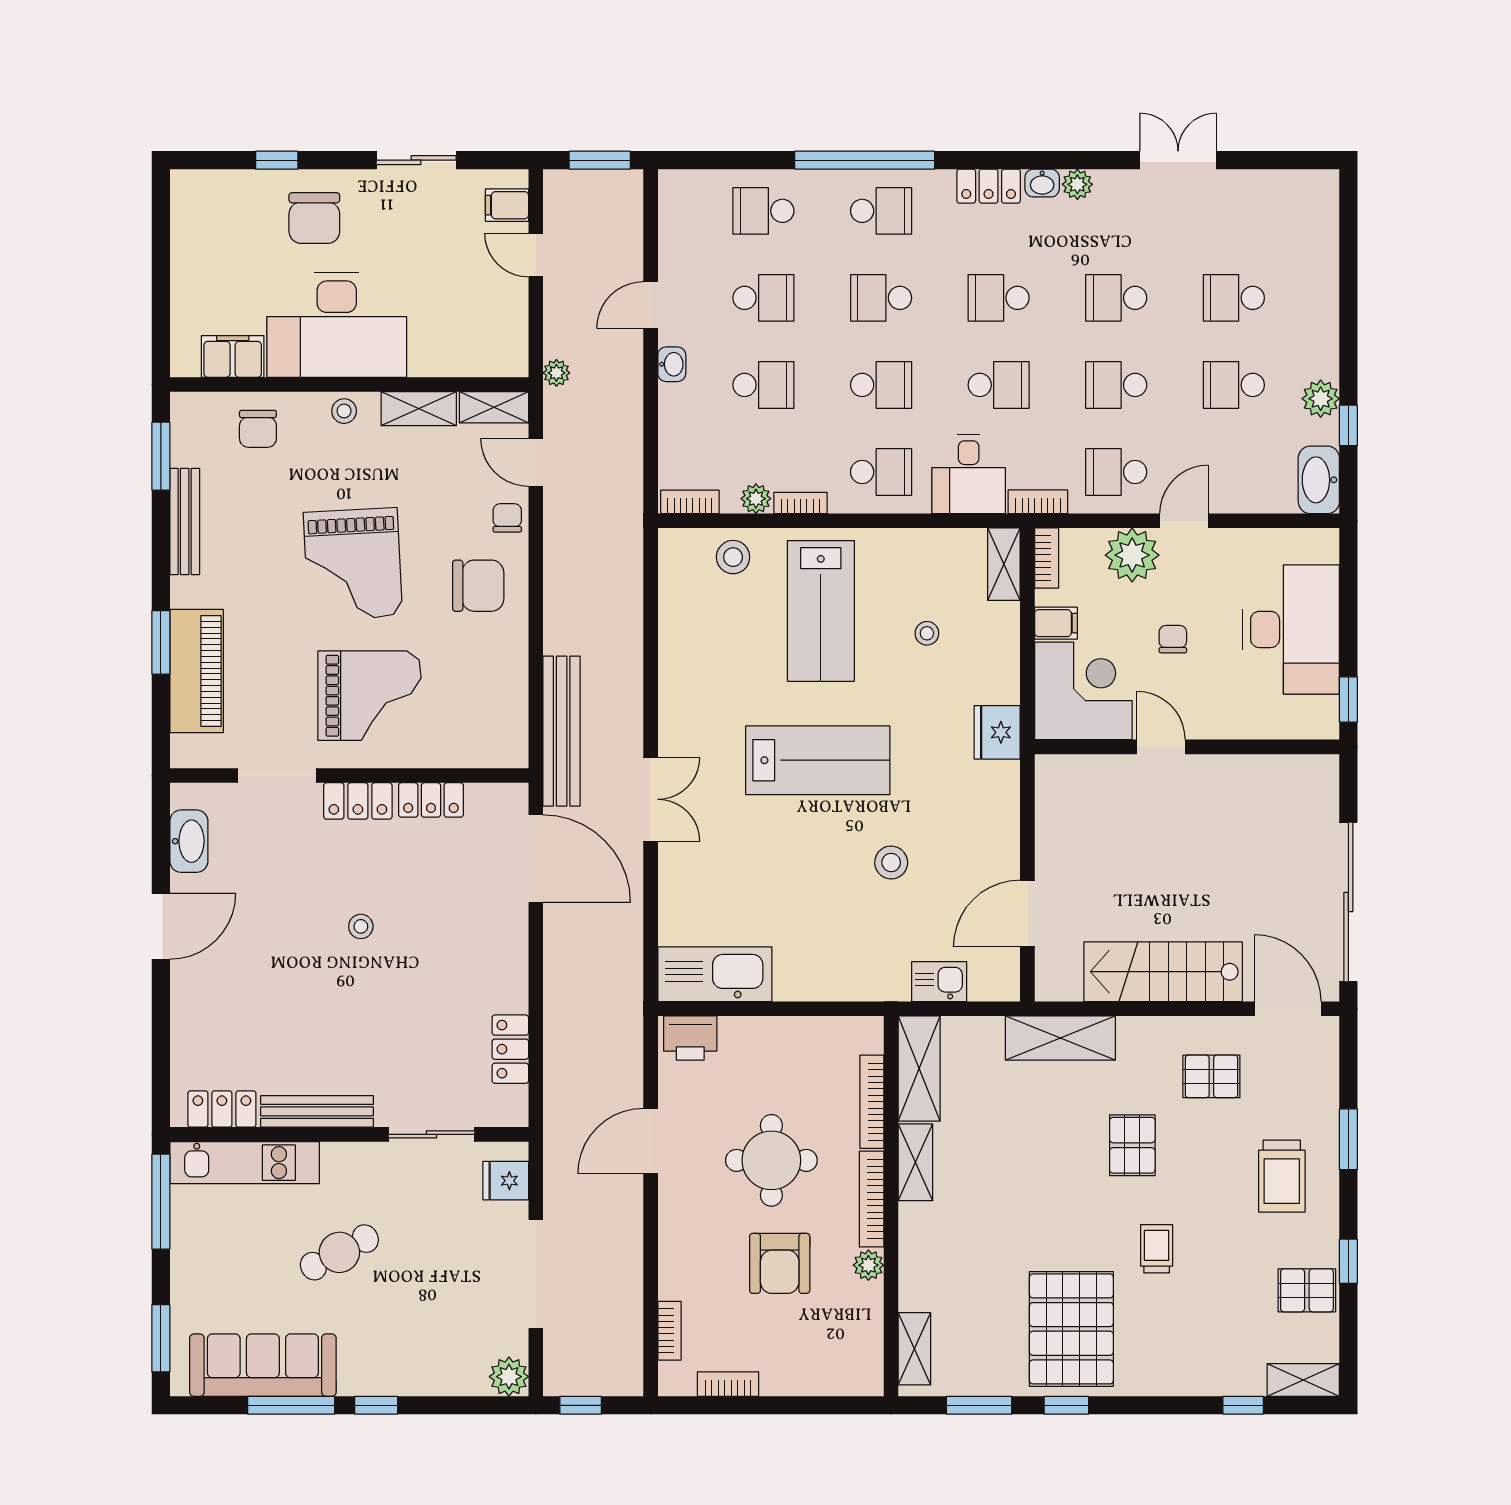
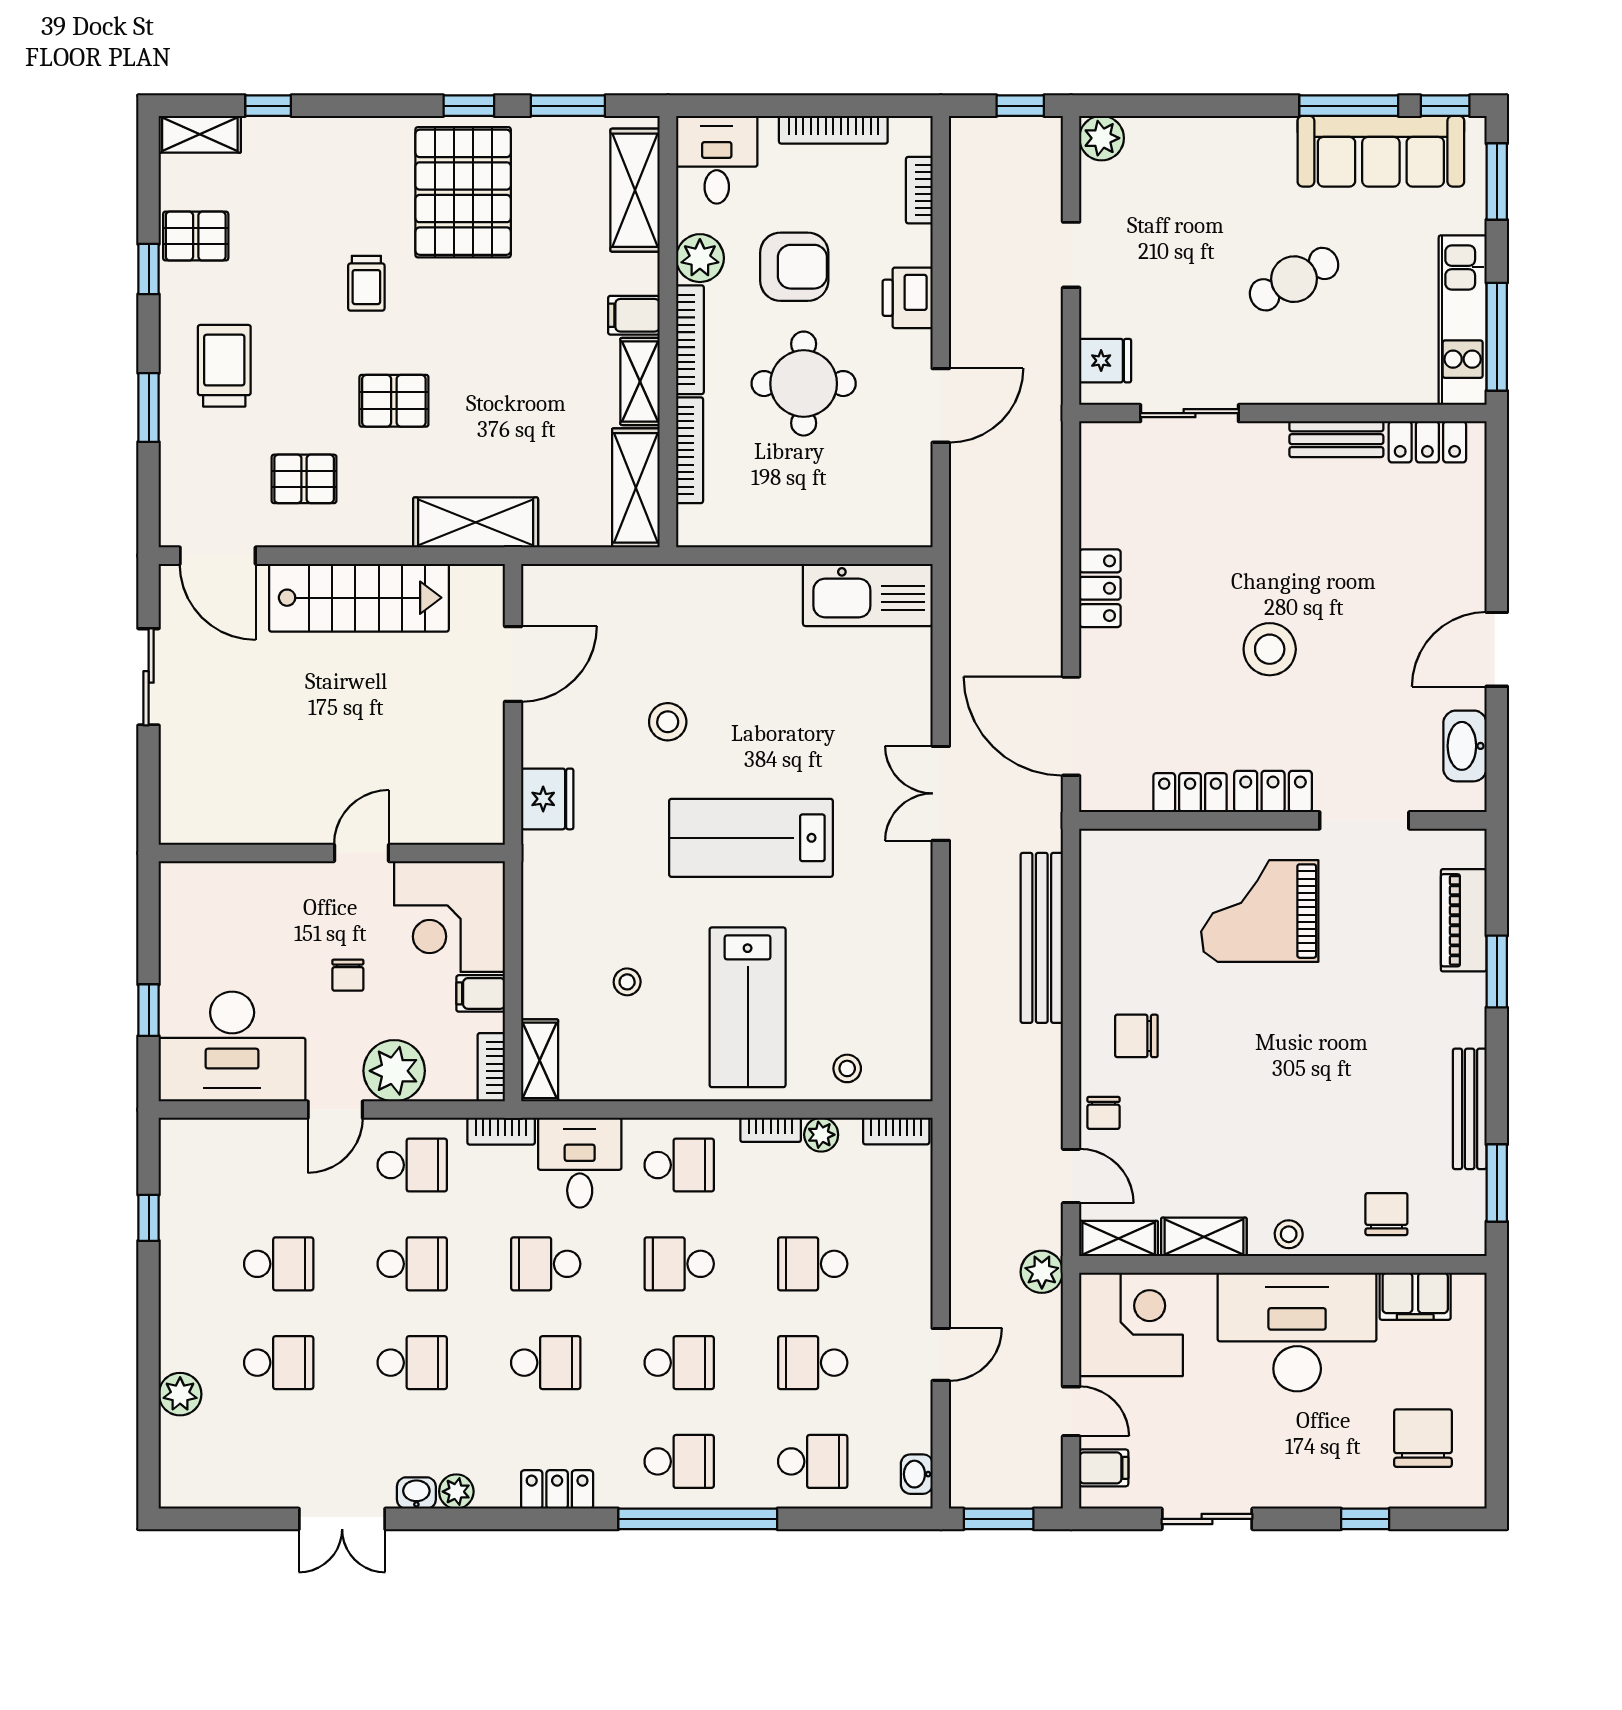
washbasin: (1042, 183) -> (416, 1493), moved
school desk: (881, 211) -> (679, 1461), turned 180
chair: (314, 218) -> (1423, 1438), moved
corner desk: (483, 332) -> (1131, 1324), added
washbasin: (672, 364) -> (917, 1474), moved
plant: (556, 373) -> (1042, 1272), width x1.38, depth x1.38
plant: (1321, 399) -> (180, 1394), moved
school desk: (881, 472) -> (679, 1165), turned 180
washbasin: (1319, 480) -> (182, 1156), removed
stool: (733, 557) -> (847, 1068), width x0.73, depth x0.73
grand piano: (353, 564) -> (1279, 1060), removed
chair: (478, 586) -> (1136, 1036), width x0.73, depth x0.73
lab bench: (821, 611) -> (748, 1007), turned 180
desk: (1291, 629) -> (232, 1047), moved, turned -90
piano: (197, 671) -> (1464, 920), width x0.73, depth x0.75
window: (1348, 700) -> (149, 1010), moved
bench: (562, 731) -> (1042, 938), moved
fridge: (997, 732) -> (547, 799), moved
door: (1161, 747) -> (361, 853), swing flipped
sliding door: (1348, 902) -> (149, 677), width x0.54
stool: (361, 926) -> (1270, 649), width x1.89, depth x1.89
kitchen sink: (939, 982) -> (613, 586), removed
printer: (690, 1038) -> (908, 298), moved, turned -90
locker: (510, 1049) -> (1100, 588), moved
bench: (317, 1111) -> (1336, 439), width x0.73
pallet: (1132, 1145) -> (394, 401), turned 90
kitchen unit: (245, 1163) -> (1463, 320), moved, turned -90
filing cabinet: (921, 1221) -> (634, 315), added
armchair: (780, 1263) -> (794, 267), turned 90
plant: (868, 1265) -> (700, 258), width x1.38, depth x1.38
doorway: (536, 1274) -> (1071, 255), width x0.53
shelving: (914, 1349) -> (635, 190), width x1.50, depth x1.33
desk: (848, 1358) -> (717, 160), added
bookcase: (728, 1384) -> (833, 130), width x1.56
window: (376, 1405) -> (1445, 106), moved

